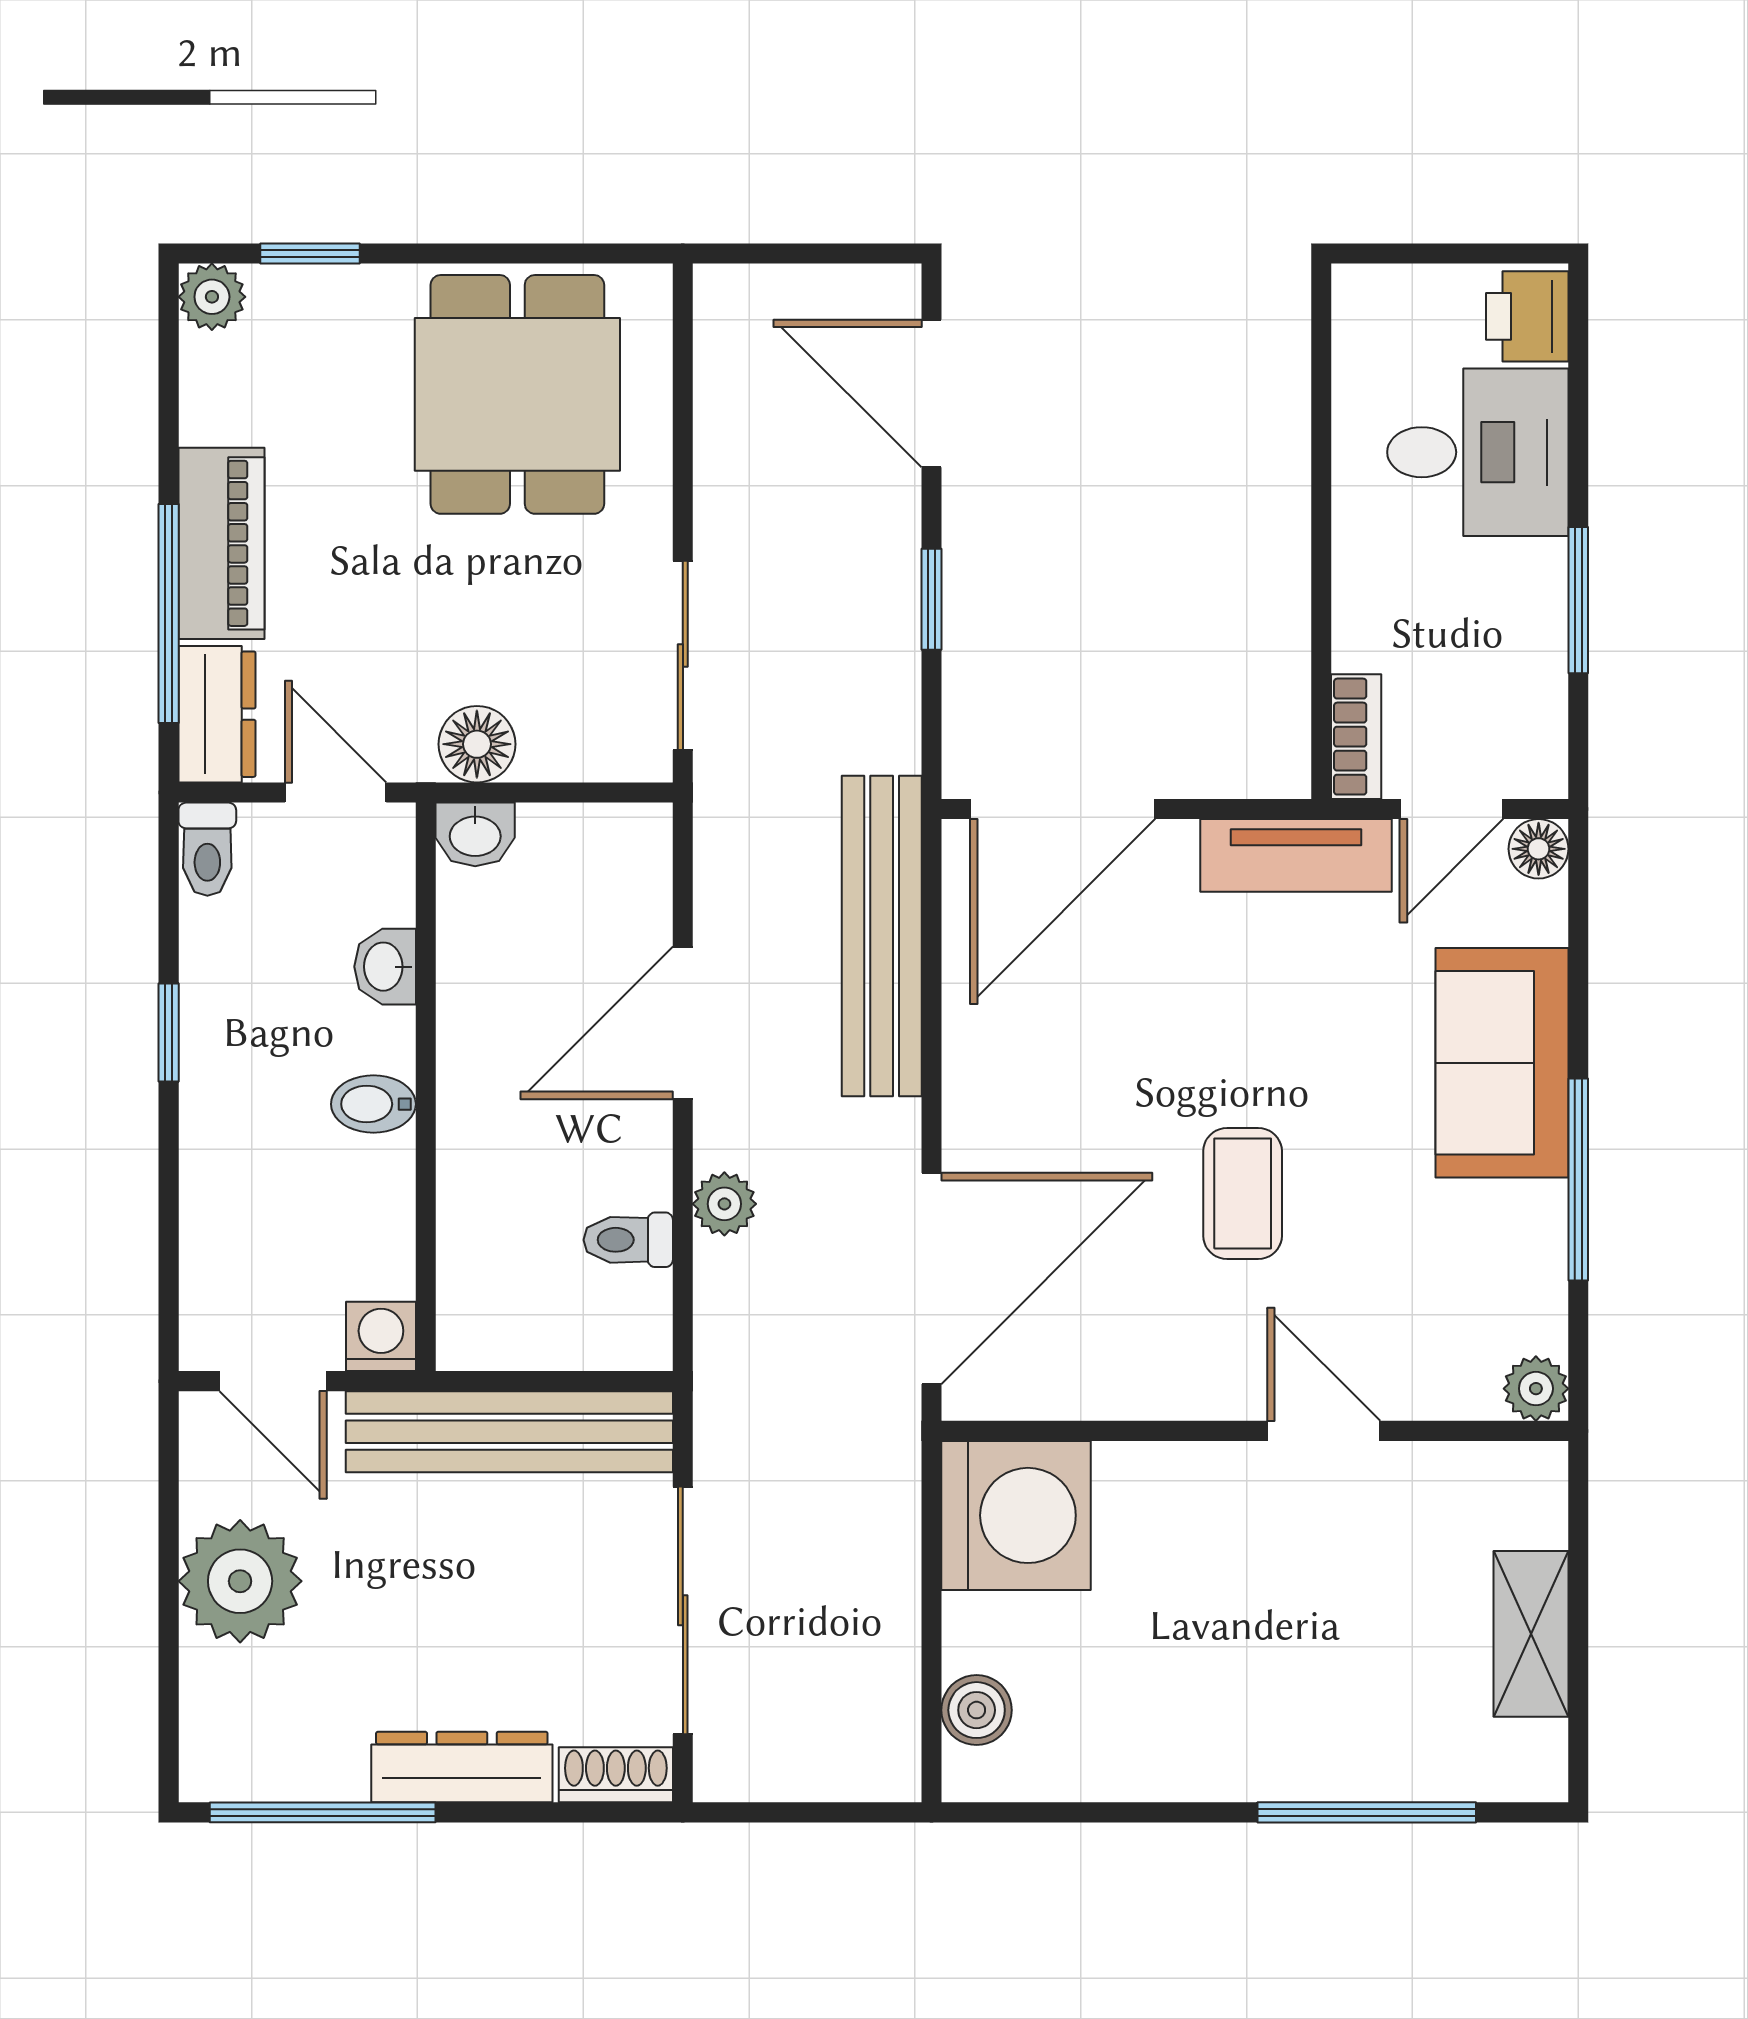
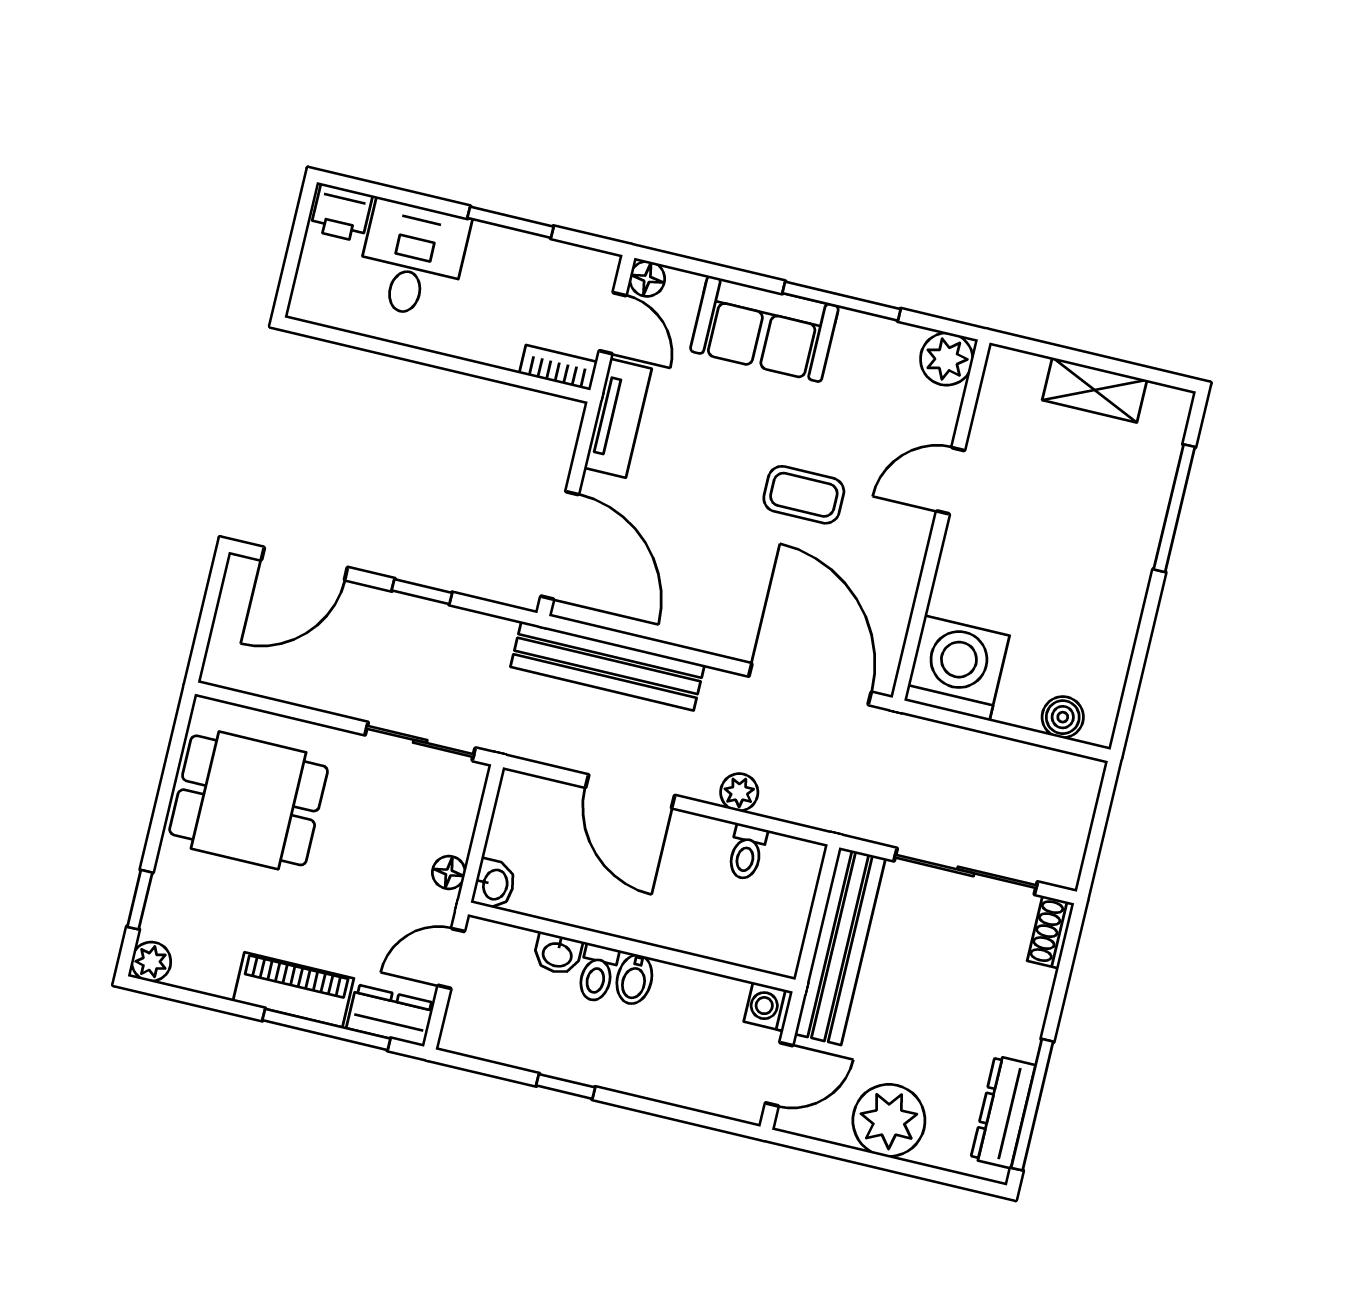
floor lamp: (477, 744) -> (449, 872), width x0.73, depth x0.73
toilet: (207, 849) -> (597, 973), moved, turned 90
plant: (1536, 1389) -> (947, 359), width x1.38, depth x1.38
dresser: (462, 1767) -> (1003, 1112), moved

